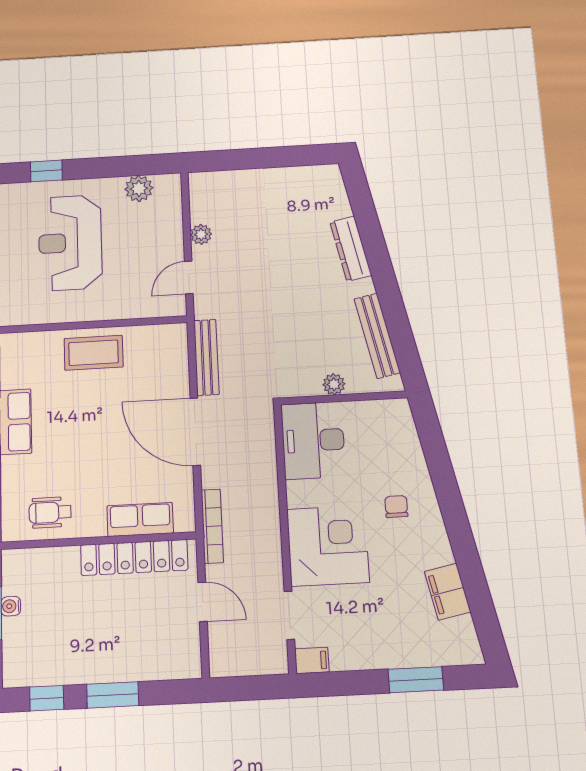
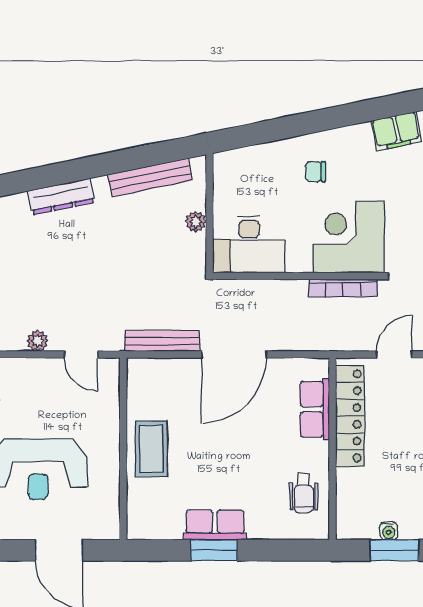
bookcase: (212, 526) -> (343, 288), moved, turned 180

